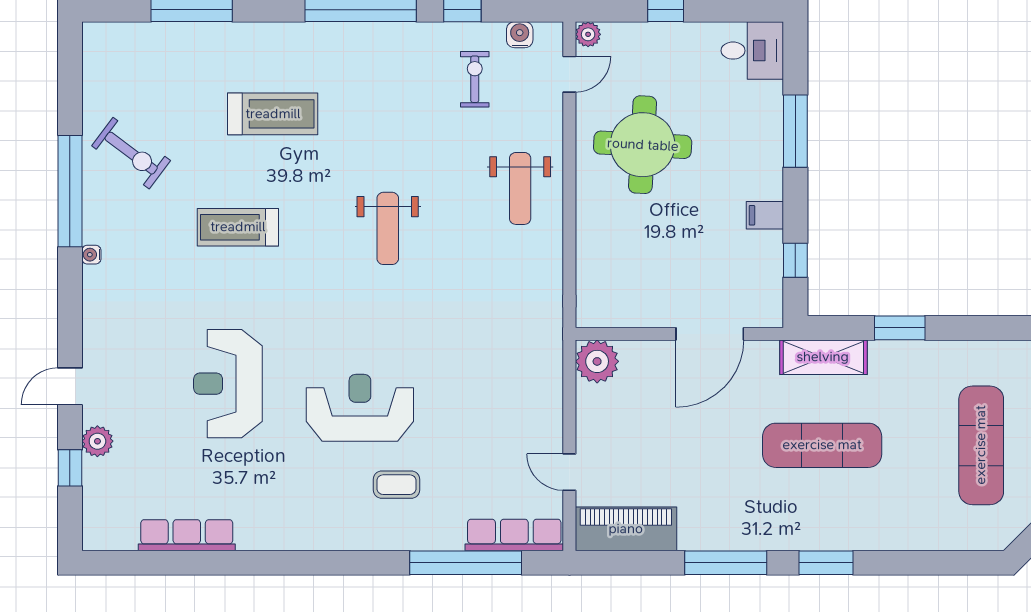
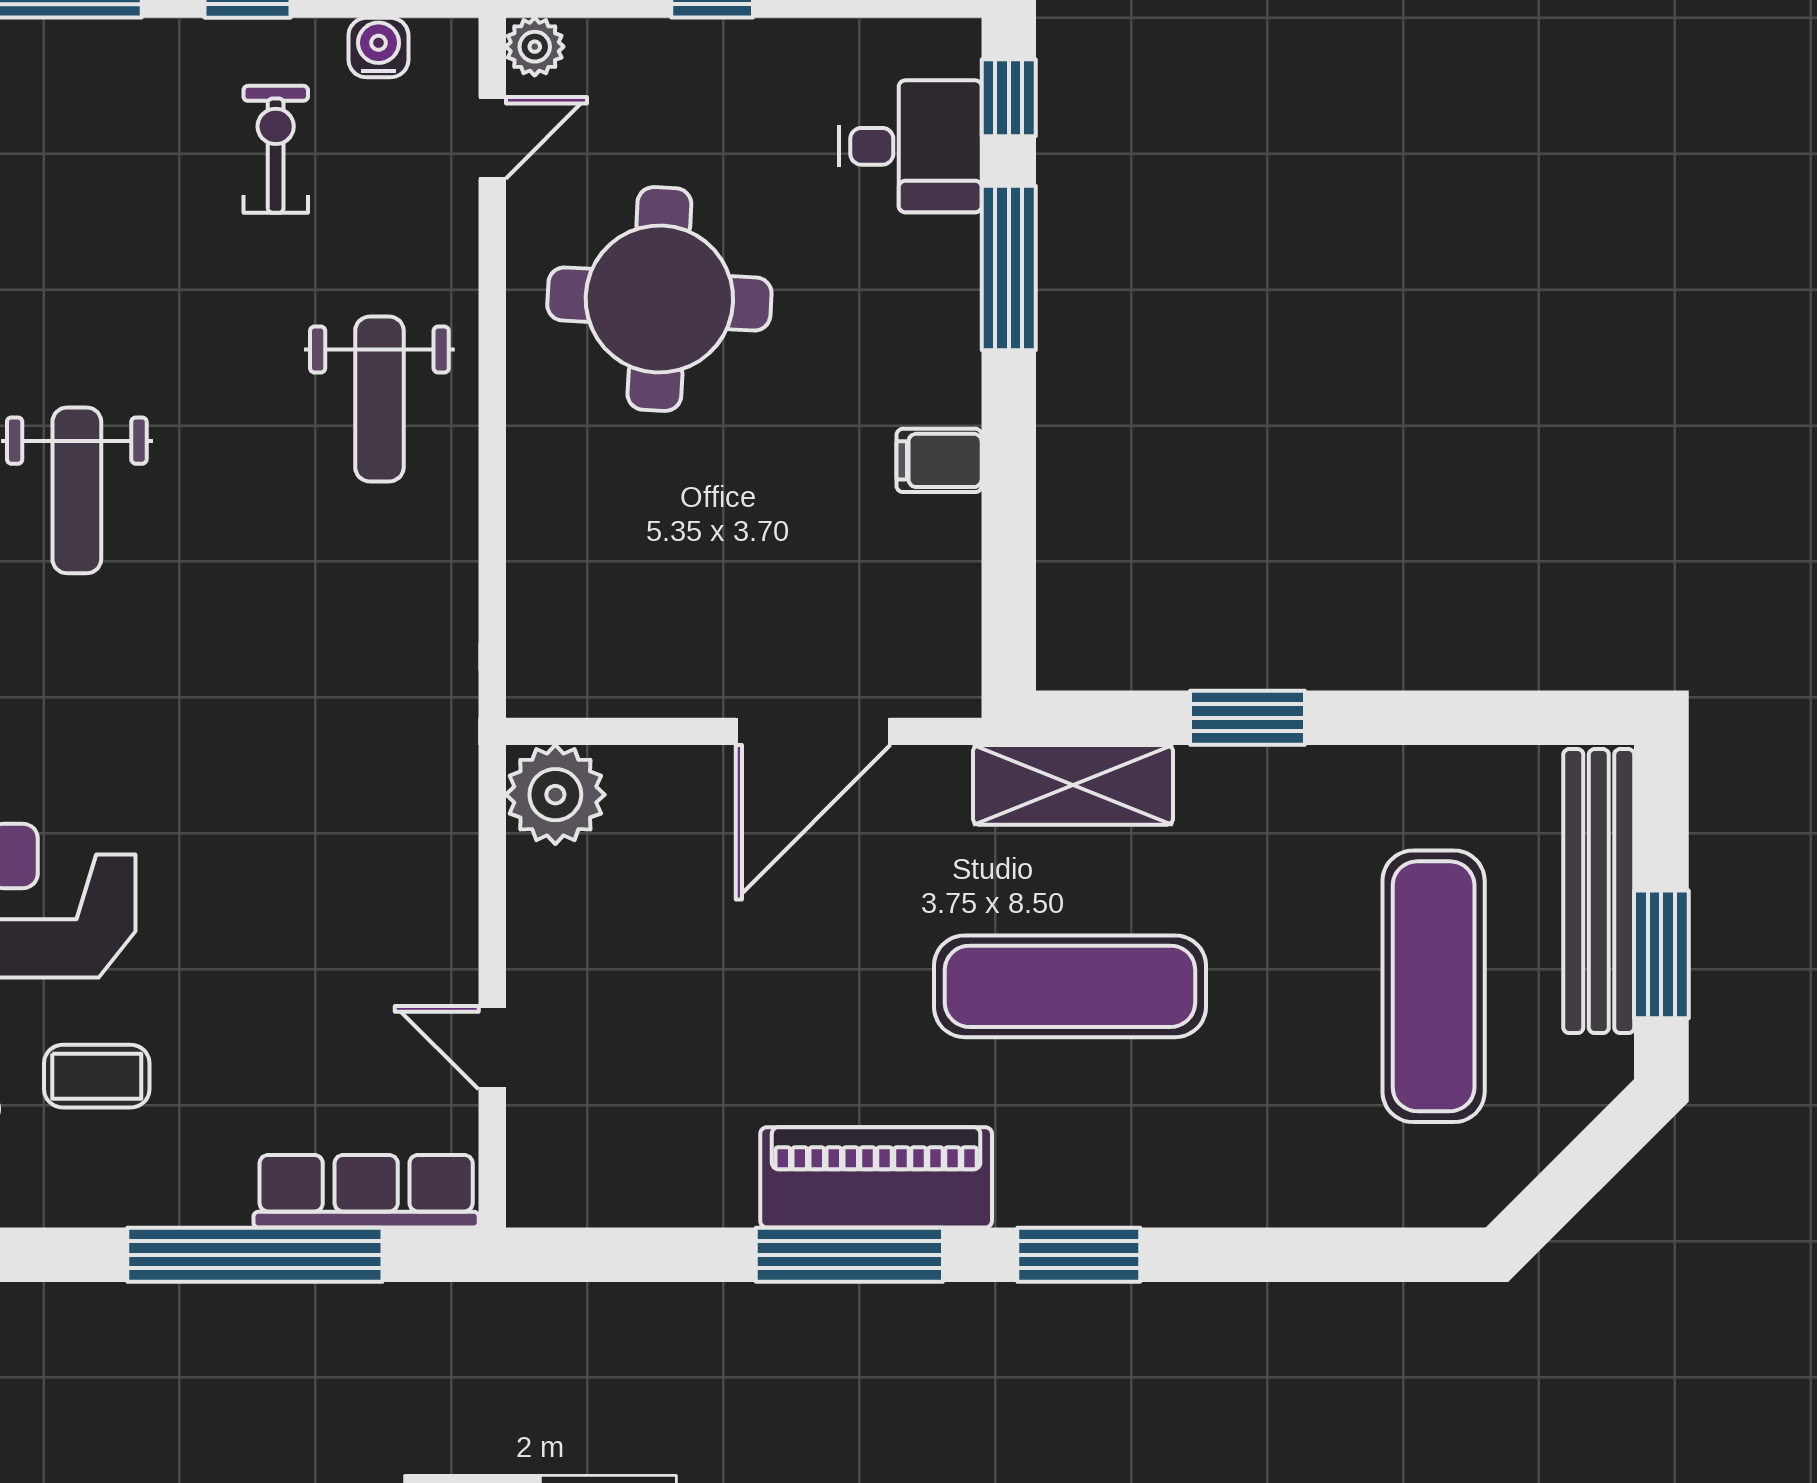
desk: (752, 51) -> (910, 146), moved
window: (795, 260) -> (1009, 98), moved
piano: (626, 529) -> (876, 1177), moved

